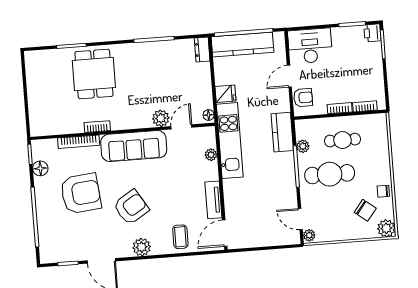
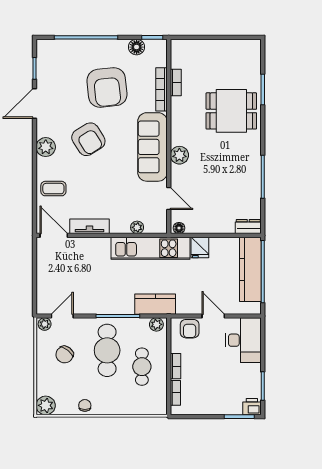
plant: (161, 118) -> (179, 155), moved
bookcase: (97, 127) -> (176, 82), moved
plant: (303, 146) -> (156, 324), moved
chair: (365, 210) -> (65, 355), moved

